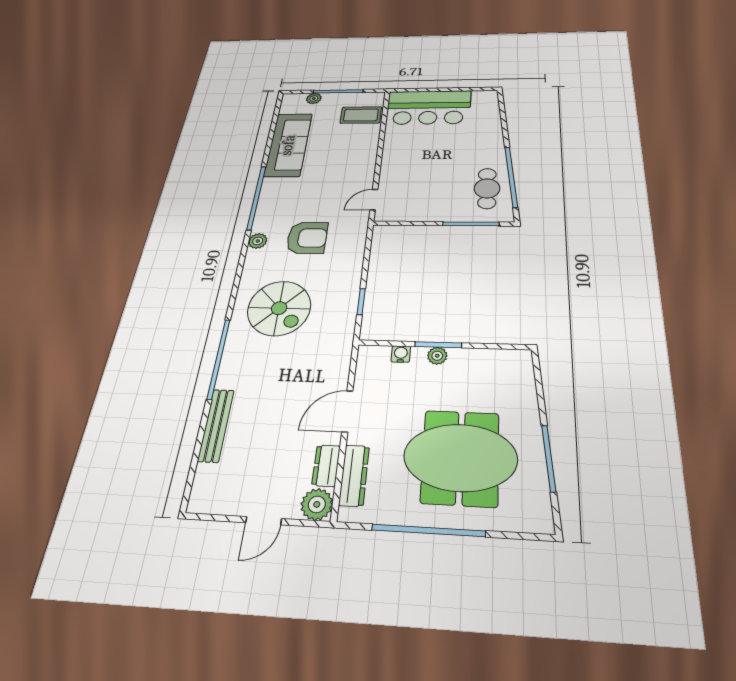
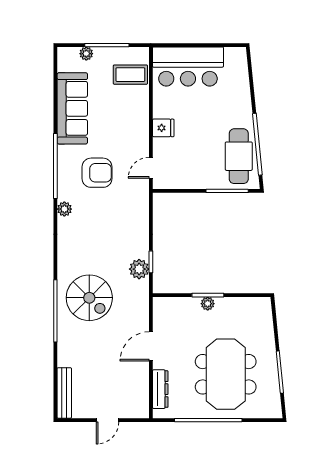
fridge: (394, 162) -> (163, 128), added
cafe table: (487, 188) -> (239, 156), width x1.37, depth x1.35
armchair: (307, 238) -> (97, 173), moved
spiral stairs: (279, 308) -> (89, 298), moved
water cooler: (401, 354) -> (183, 303), removed
bench: (216, 425) -> (64, 393), moved
meeting table: (460, 457) -> (226, 374), turned 90
dresser: (326, 466) -> (142, 384), removed
plant: (317, 504) -> (139, 269), moved

